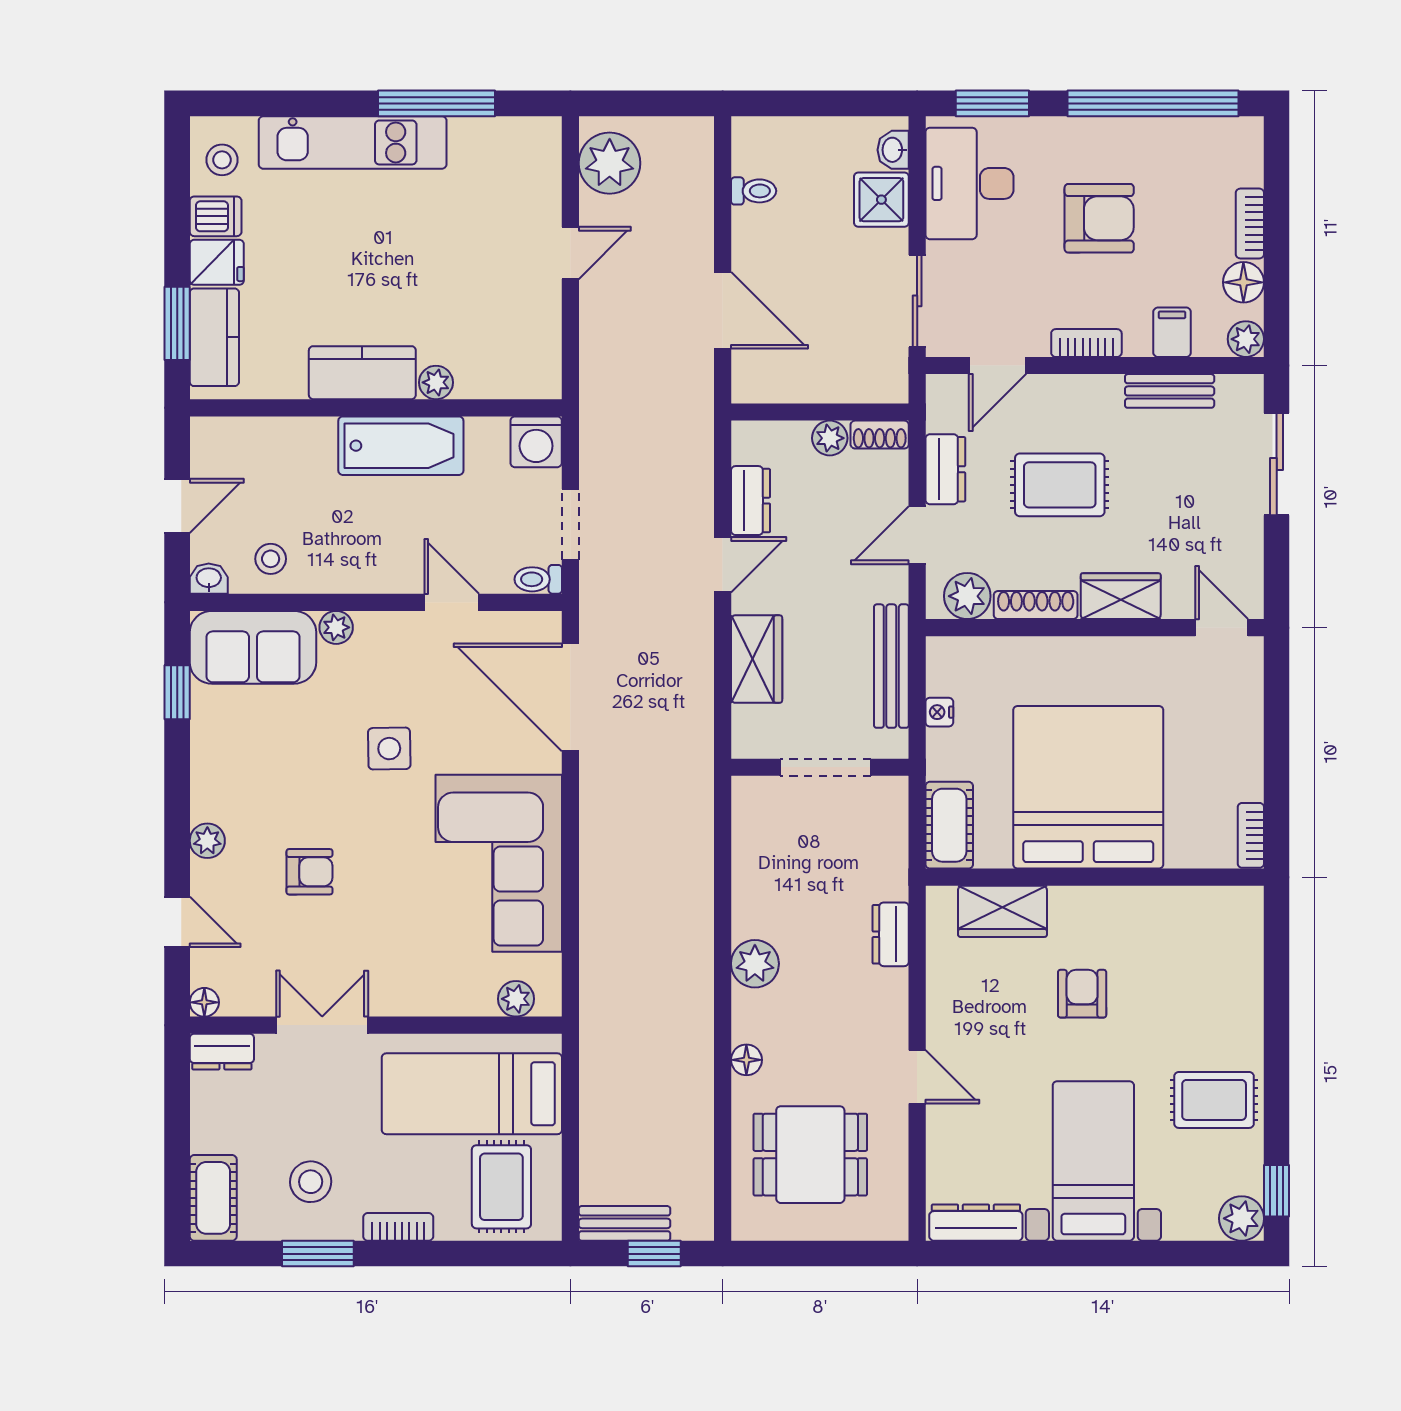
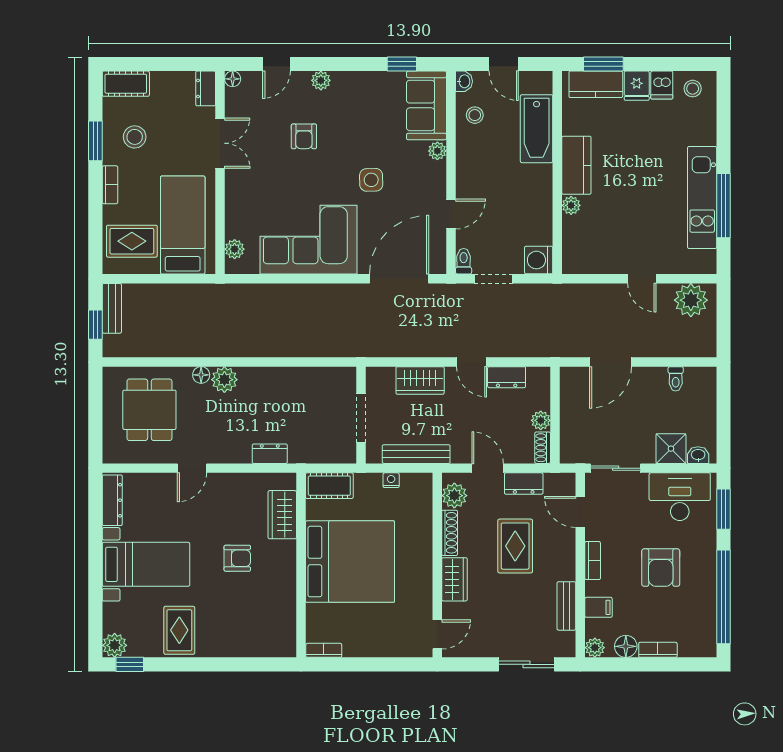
kitchen unit: (353, 142) -> (702, 198), moved
bathtub: (401, 446) -> (537, 129), moved
plant: (755, 964) -> (224, 380), moved

